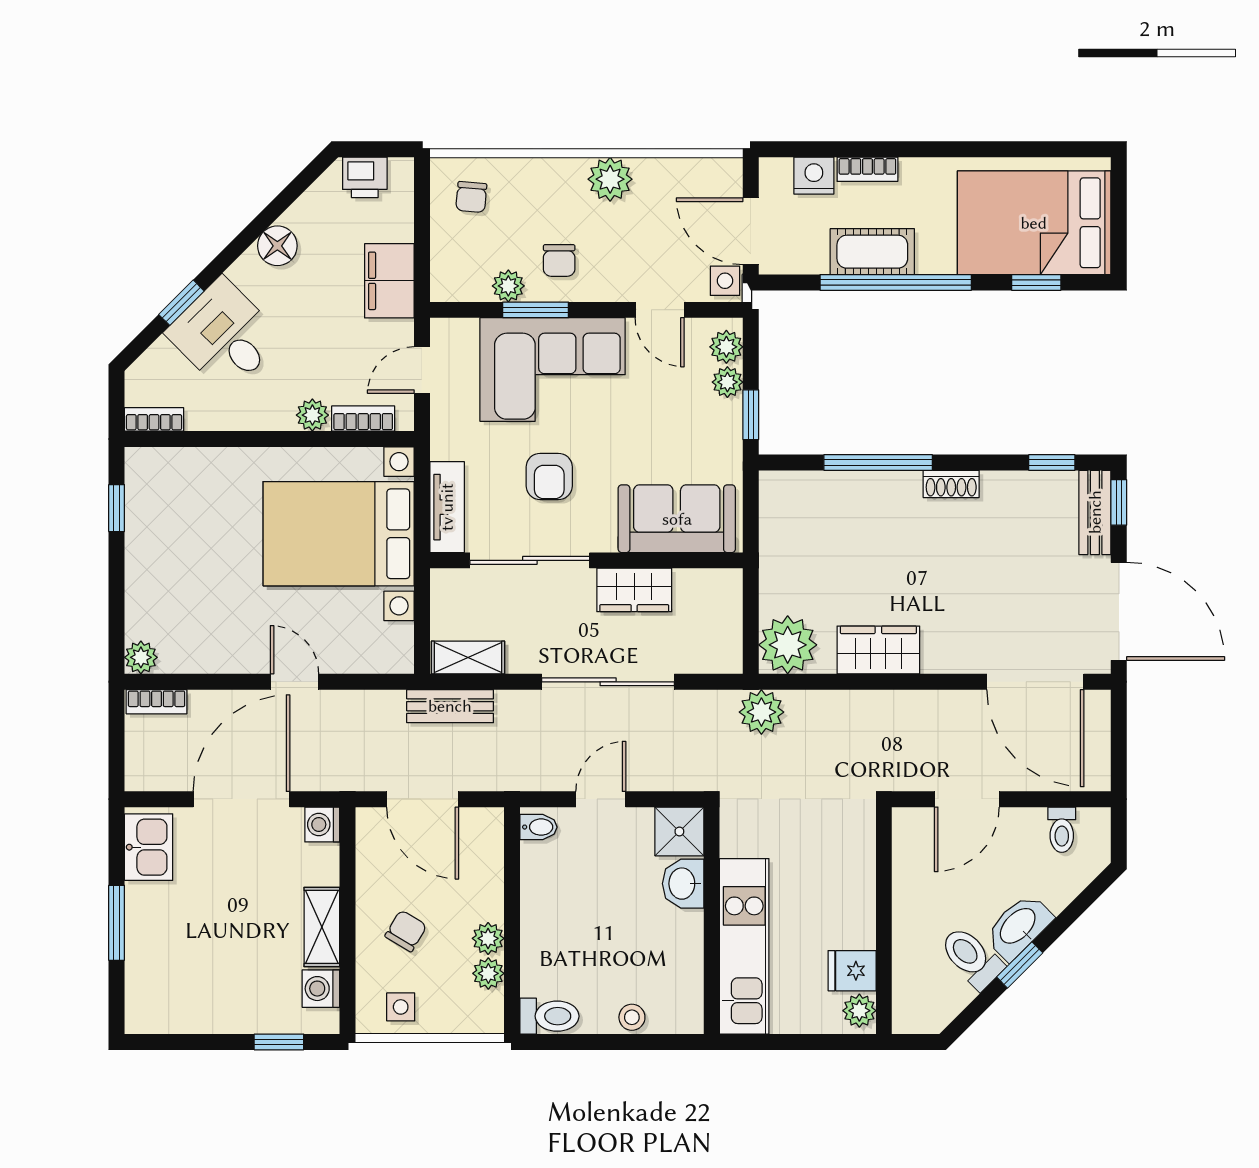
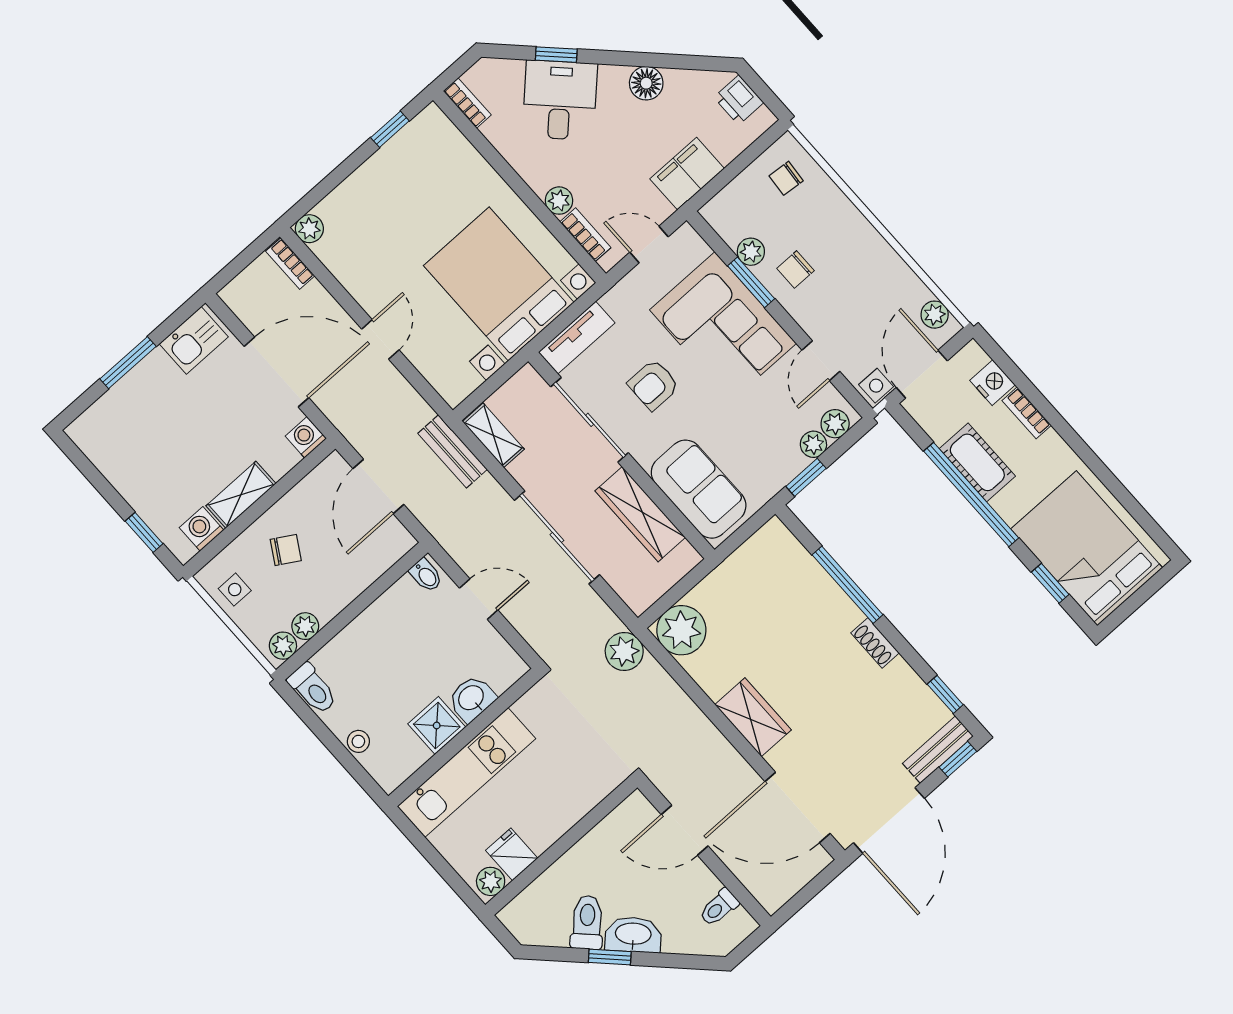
plant: (610, 179) -> (935, 315), moved, width x0.73, depth x0.73
wardrobe: (634, 590) -> (640, 514), width x1.50
wardrobe: (878, 650) -> (753, 717), moved
door: (1035, 682) -> (797, 808), hinge flipped
shower: (679, 831) -> (437, 725), moved
plant: (488, 938) -> (283, 646), moved

